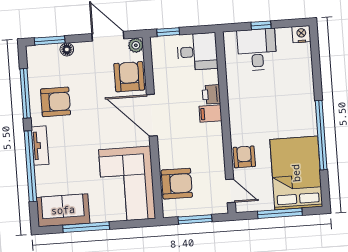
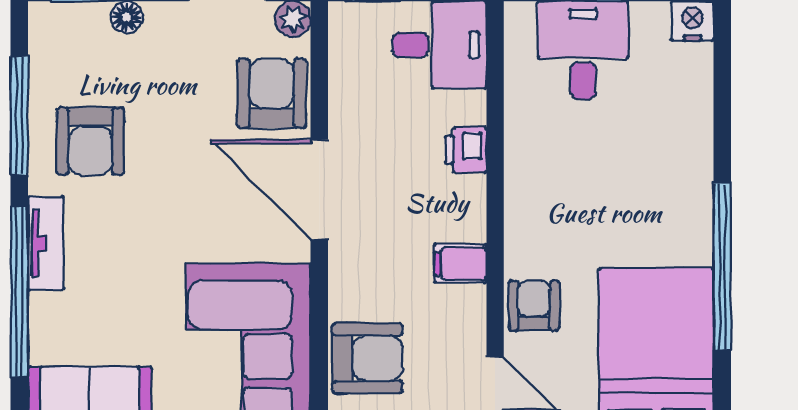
armchair: (56, 102) -> (91, 141), turned 90
filing cabinet: (210, 114) -> (460, 263), moved

